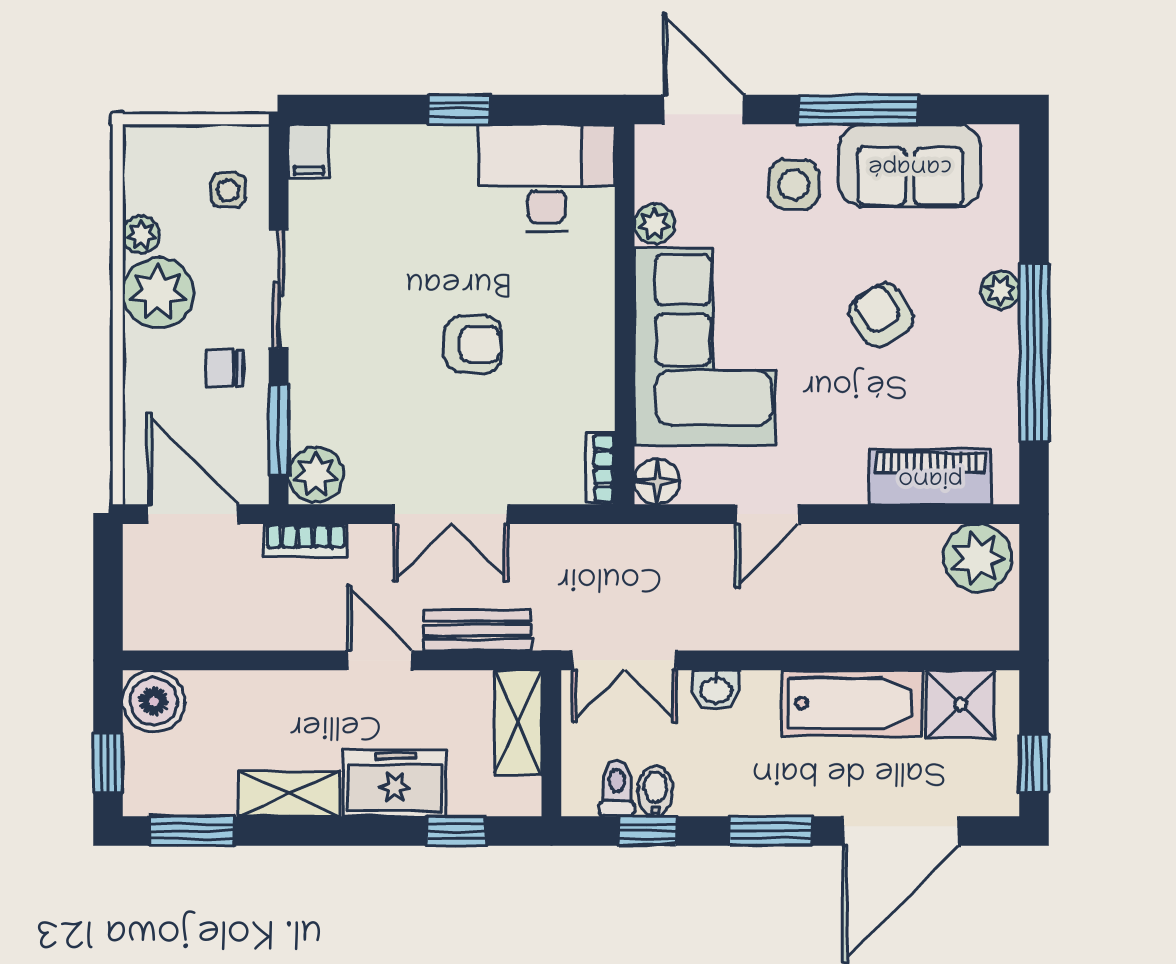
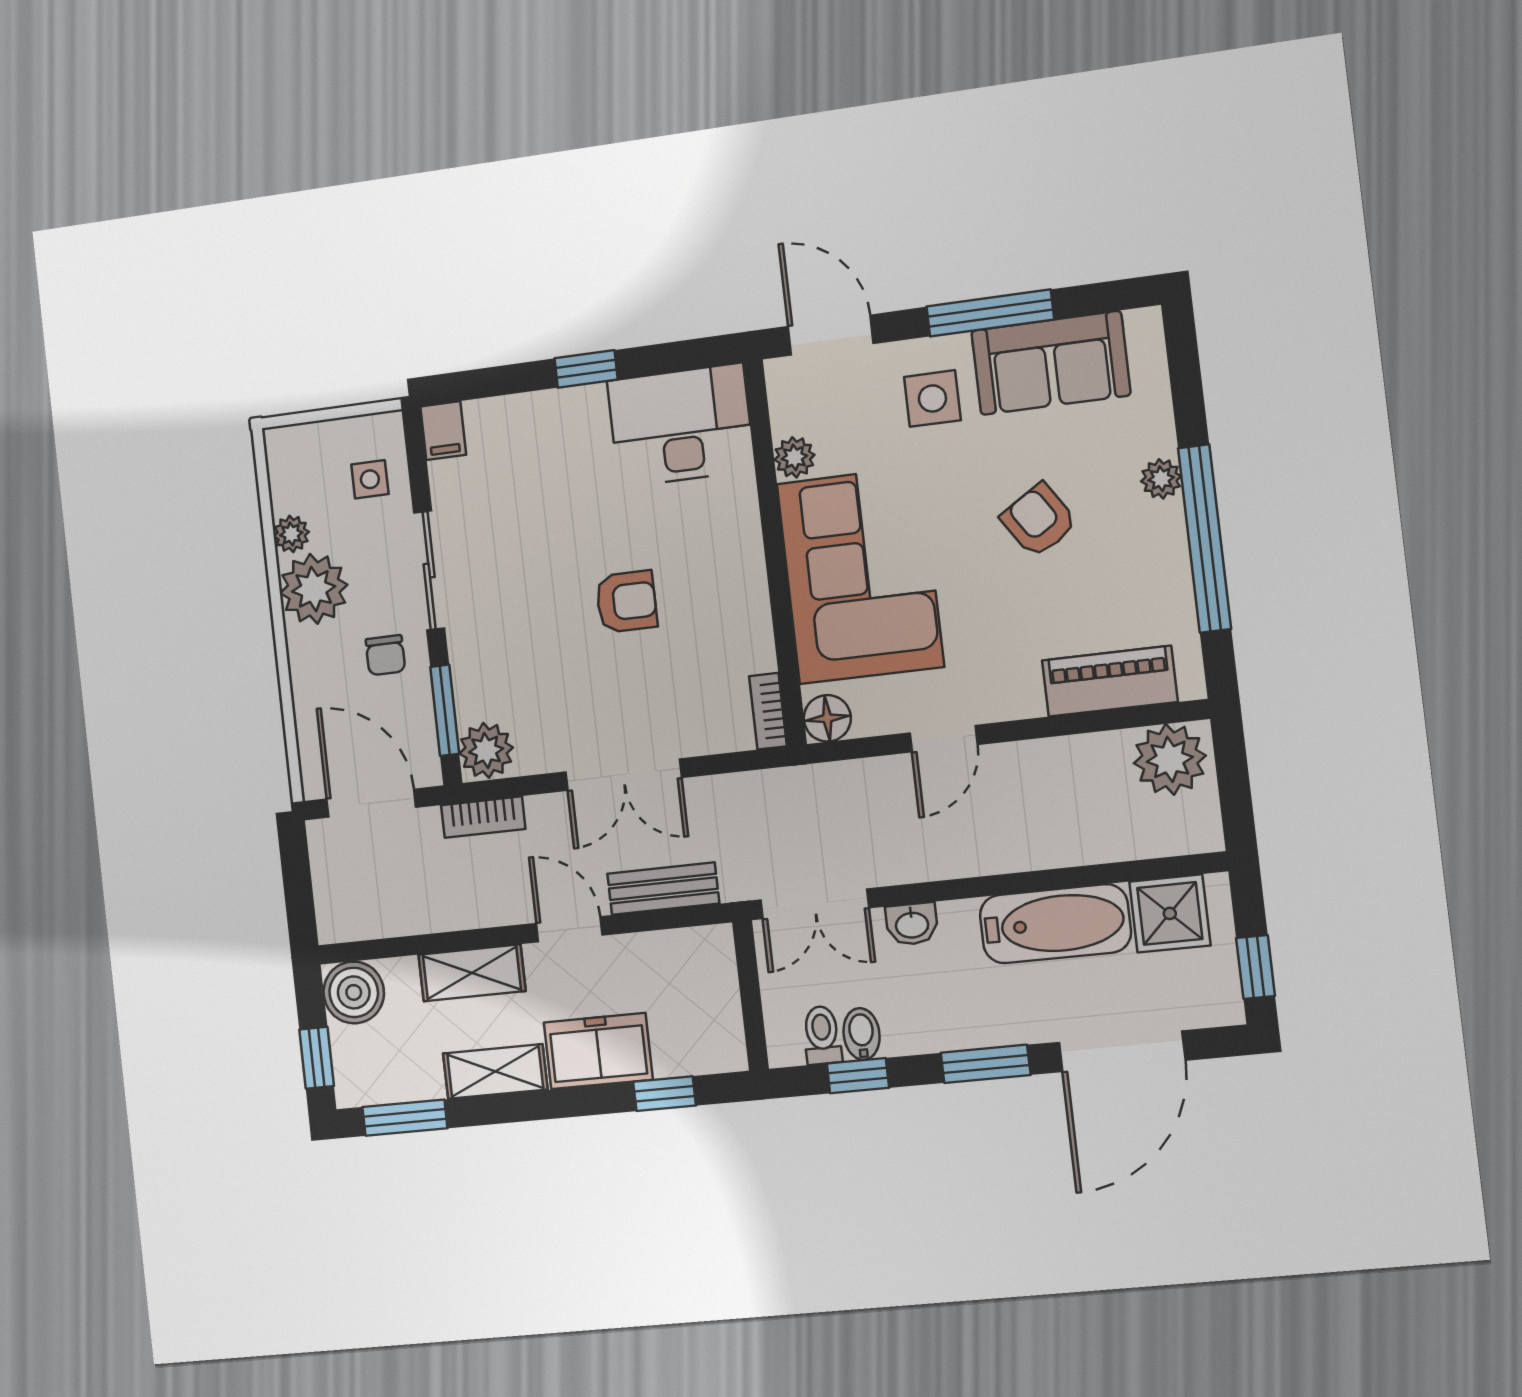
chair: (224, 368) -> (385, 655), turned -90
shelving: (518, 722) -> (472, 973), moved, turned 90

